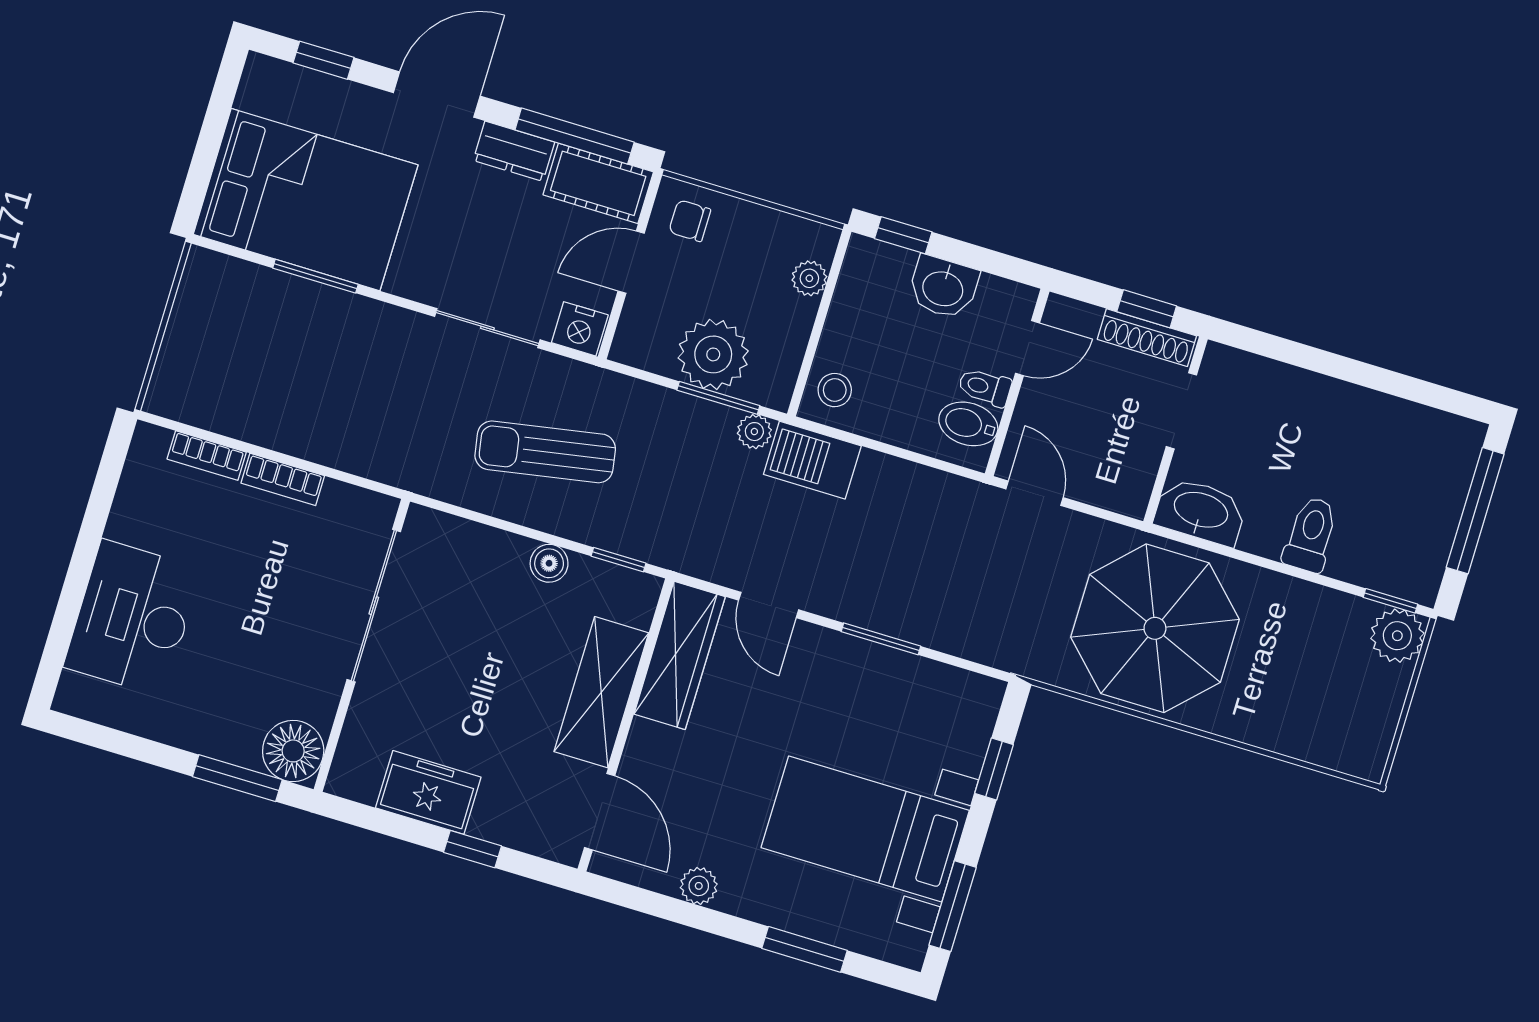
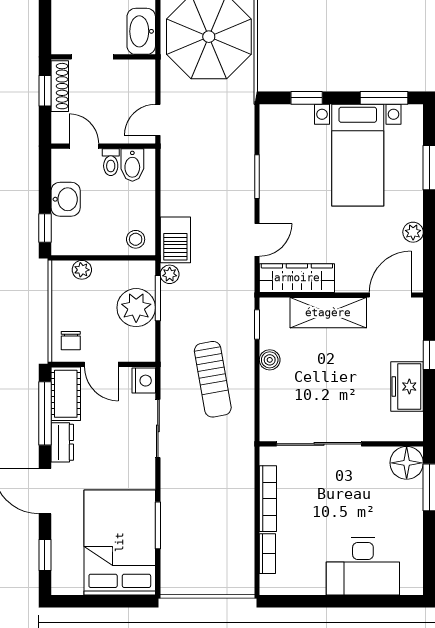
bookcase: (283, 479) -> (268, 499), width x1.56

